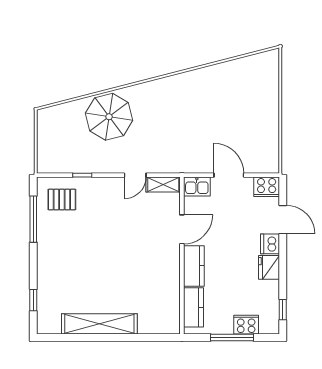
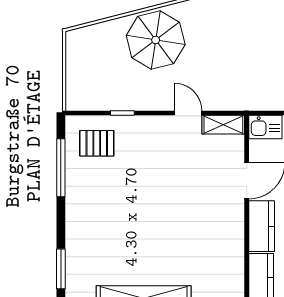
door: (135, 175) -> (188, 113), swing flipped
window: (33, 300) -> (61, 269), width x1.50

